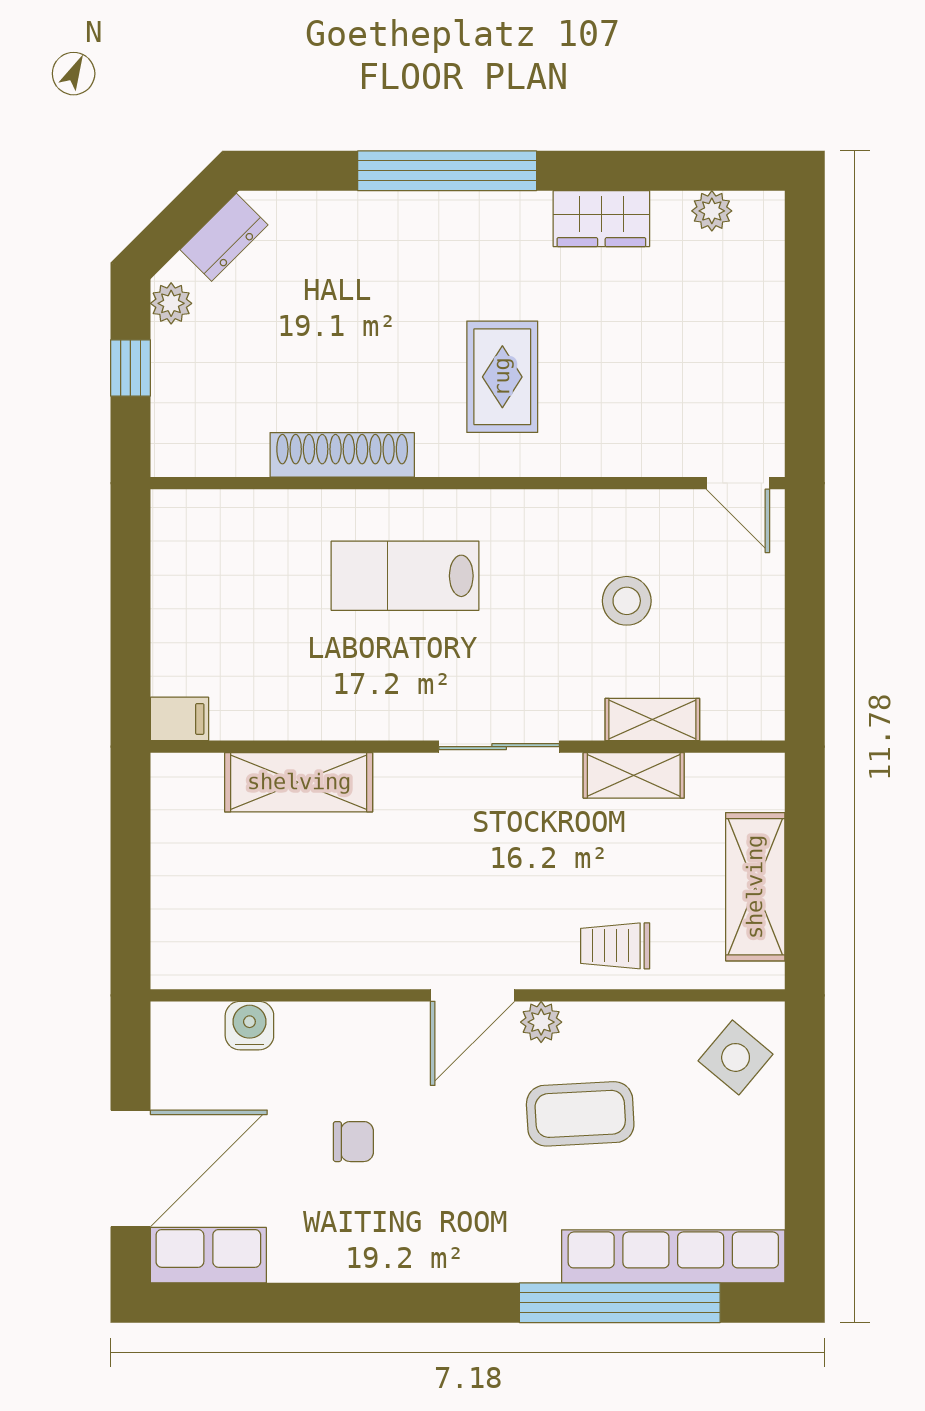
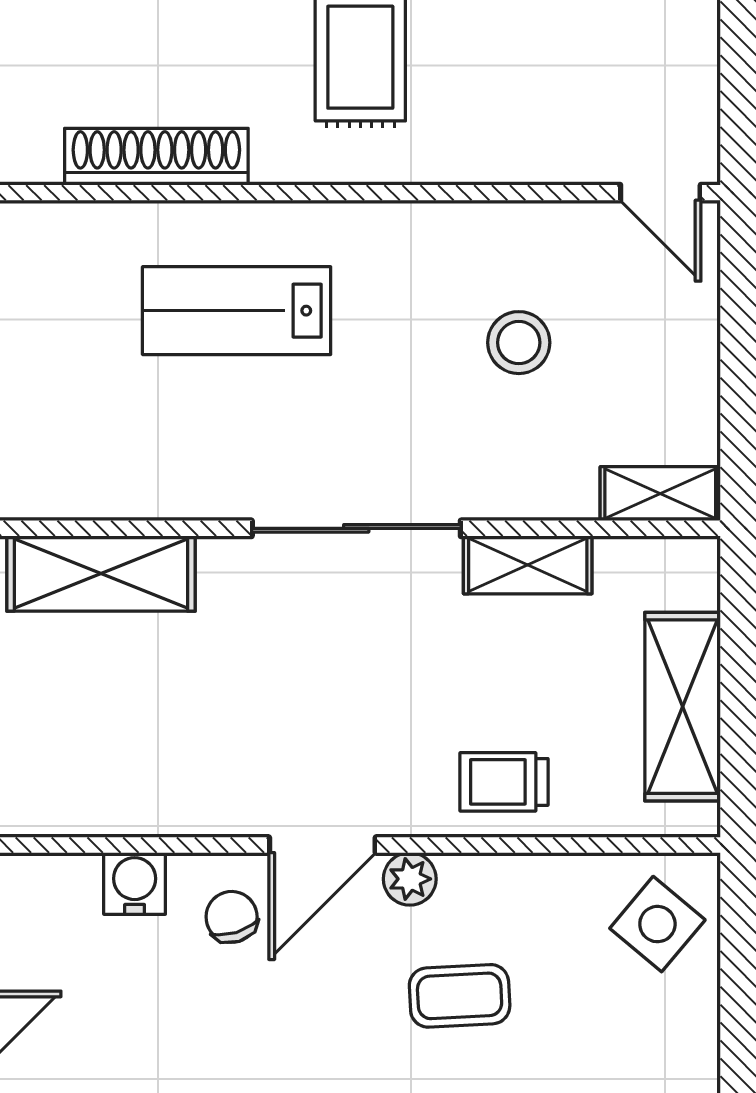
shelving: (652, 720) -> (660, 494), moved
sliding door: (499, 747) -> (356, 528), width x1.37
water cooler: (249, 1026) -> (135, 883), moved
coffee table: (580, 1114) -> (460, 996), width x0.73, depth x0.77
chair: (353, 1142) -> (232, 917), moved, turned -107

